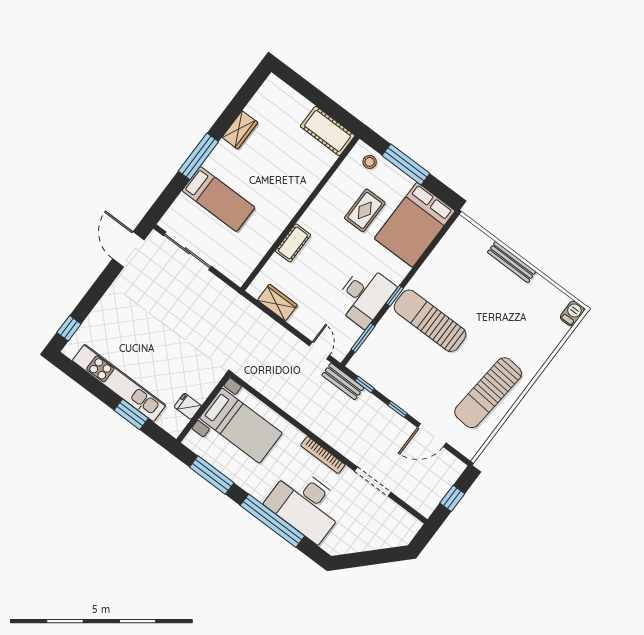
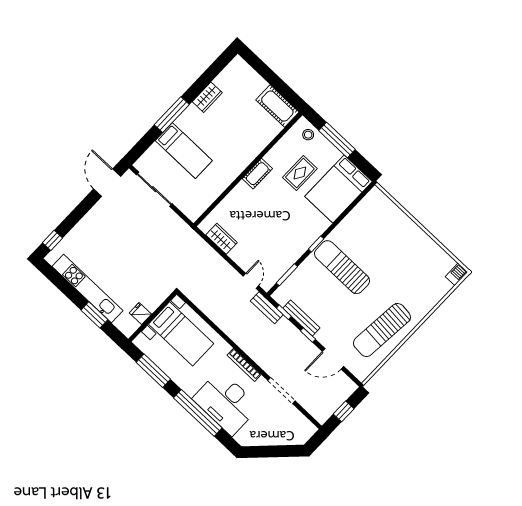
cot: (293, 243) -> (257, 174), moved
bench: (512, 262) -> (301, 318), moved
desk: (364, 296) -> (292, 241), removed

